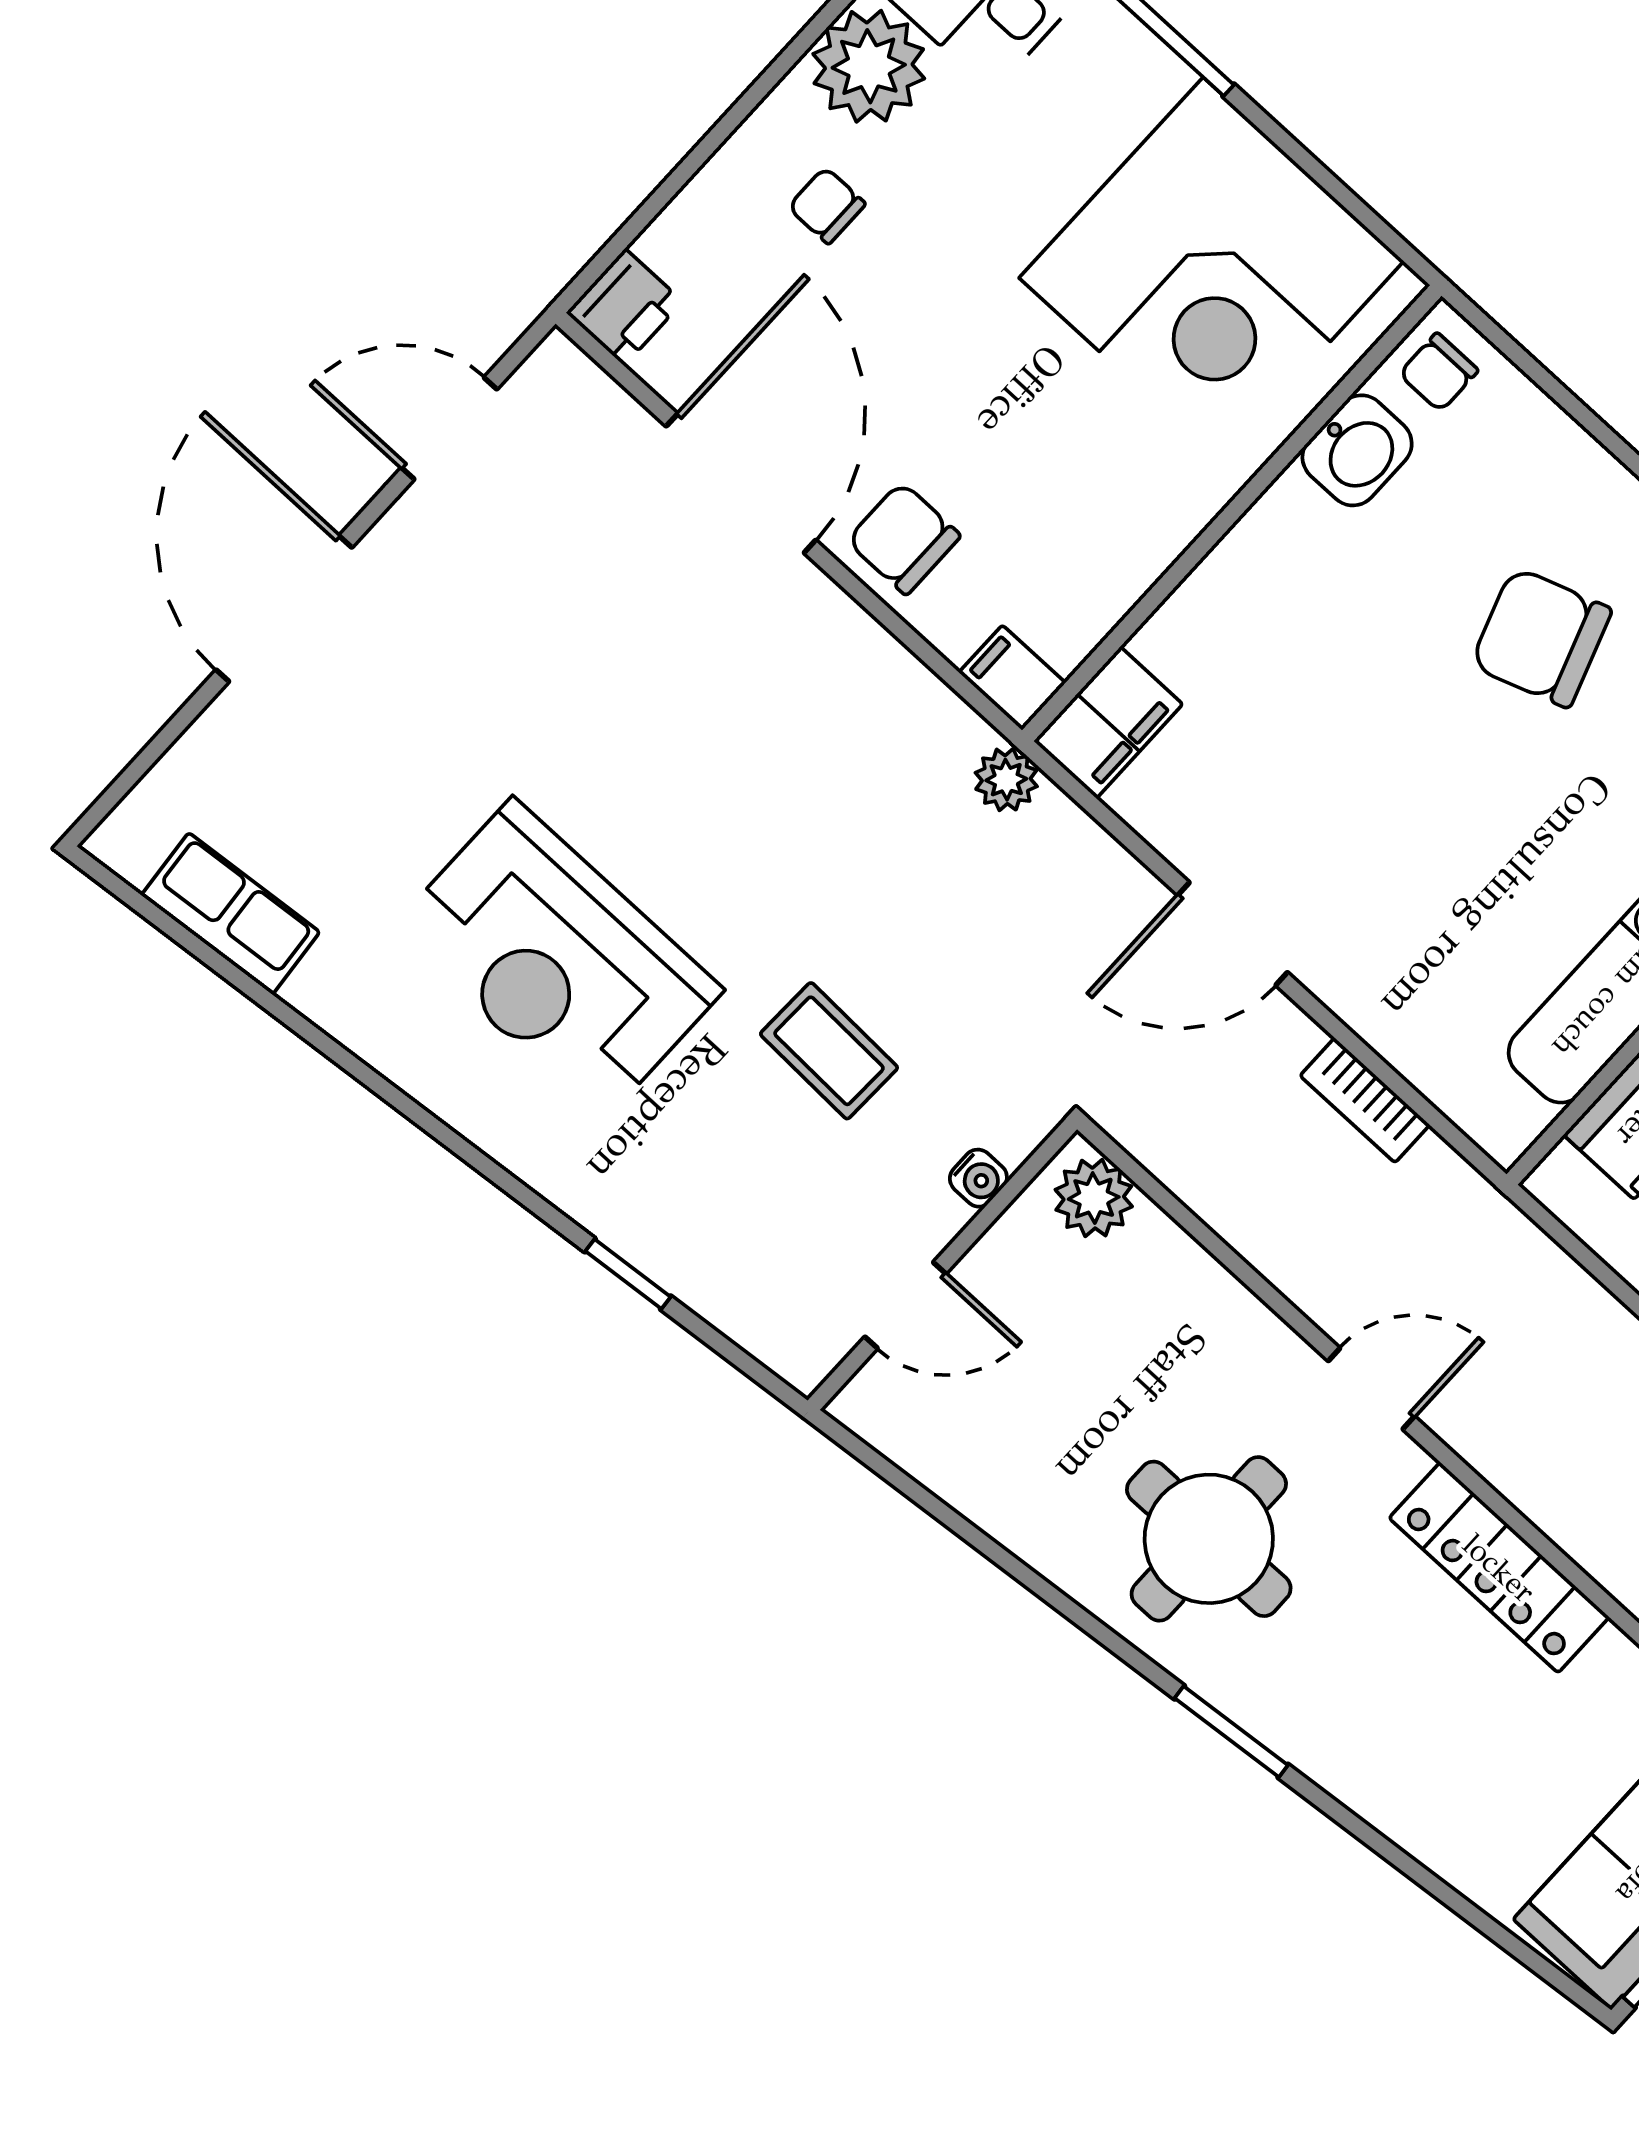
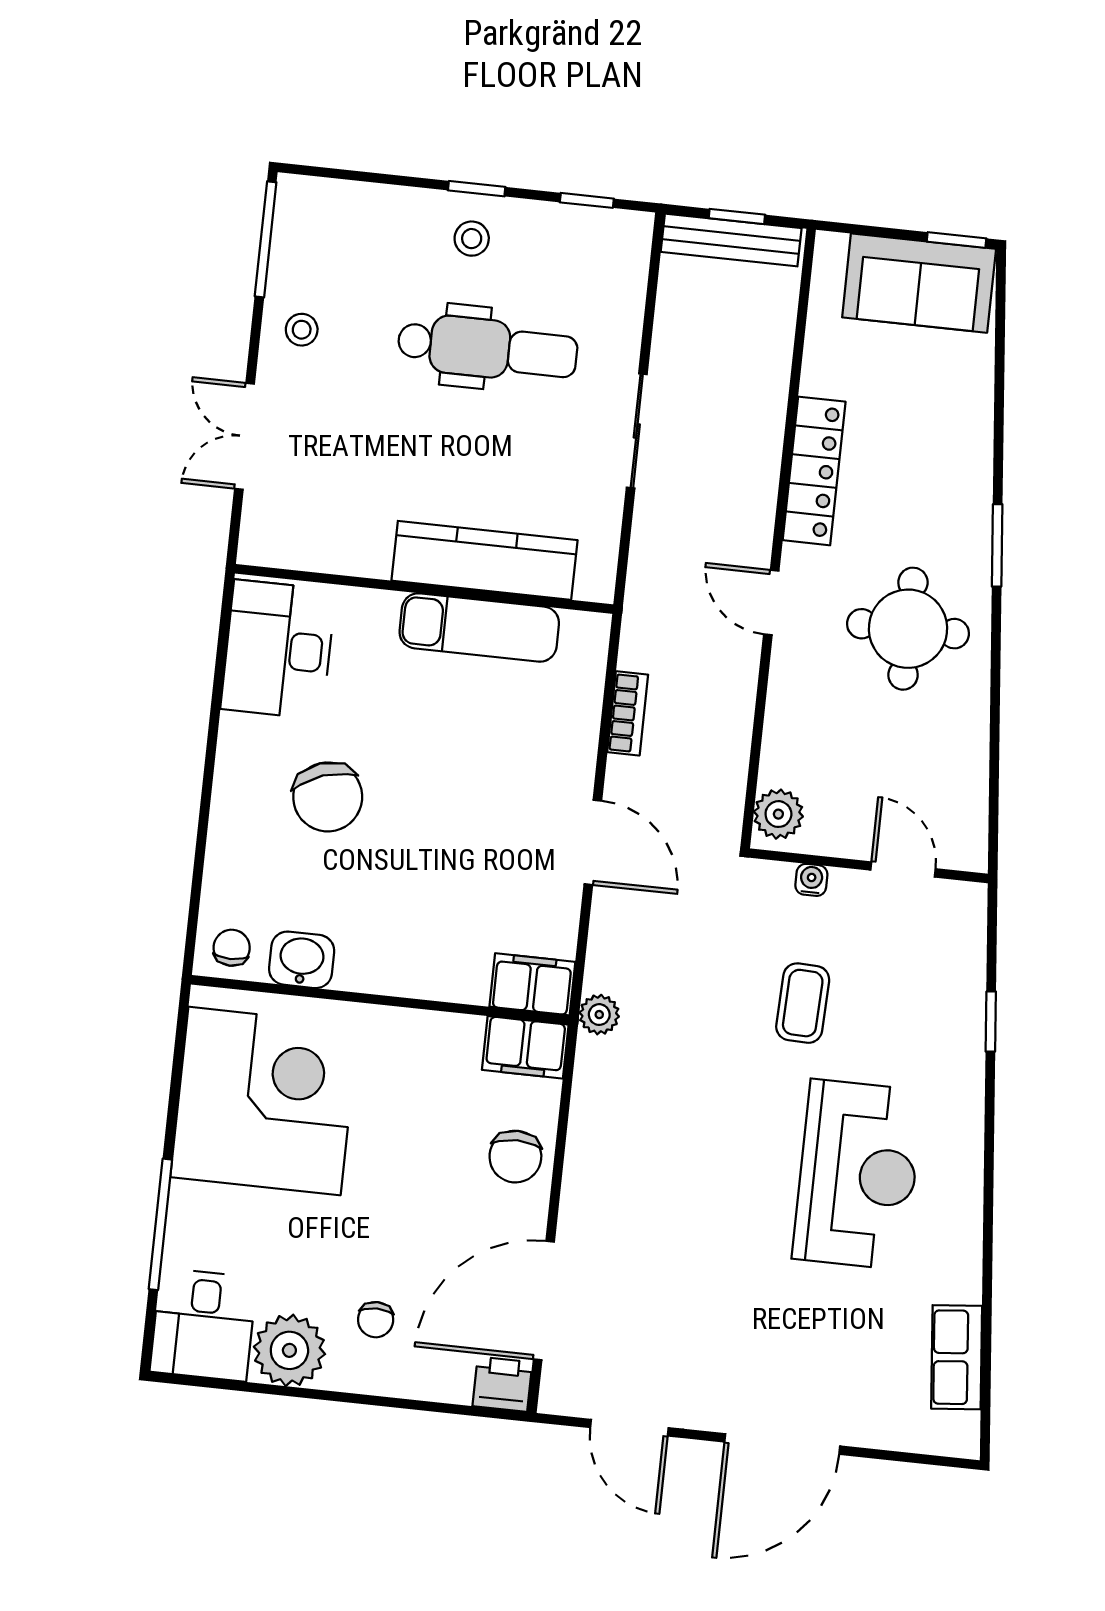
chair: (1439, 372) -> (232, 948), turned -90
door: (741, 483) -> (544, 1301), moved
filing cabinet: (1012, 678) -> (525, 1047), width x2.00

